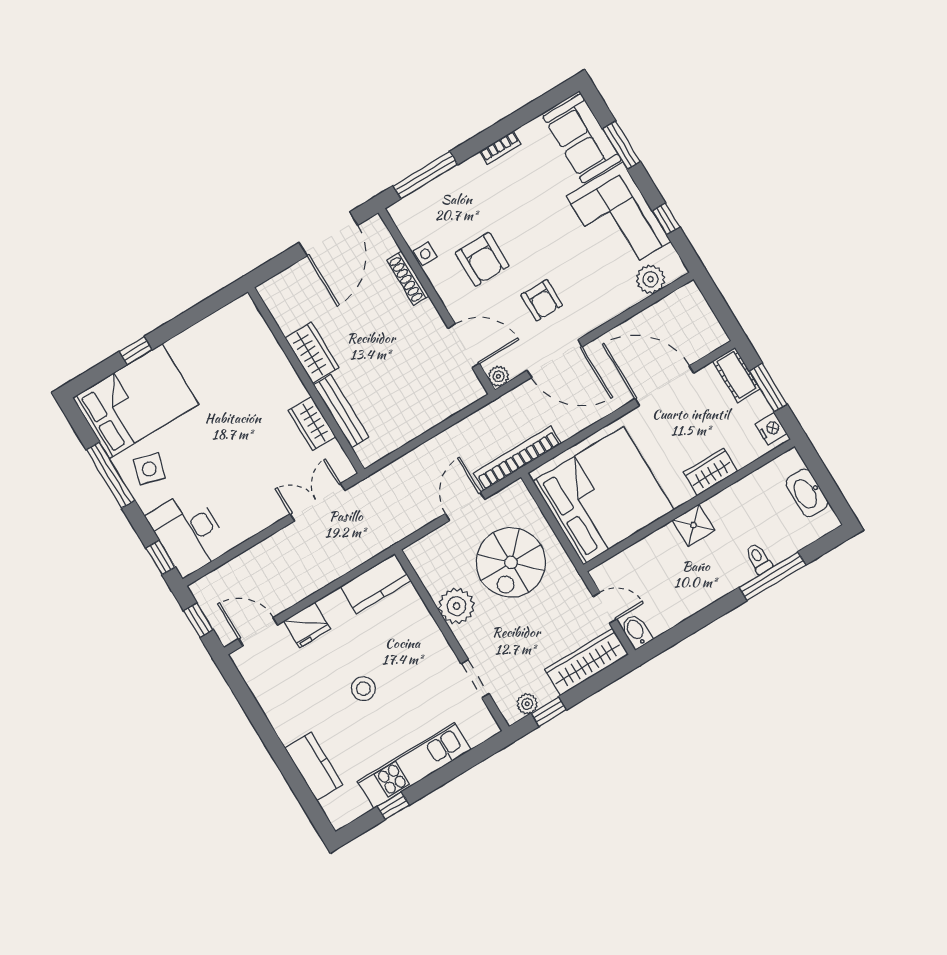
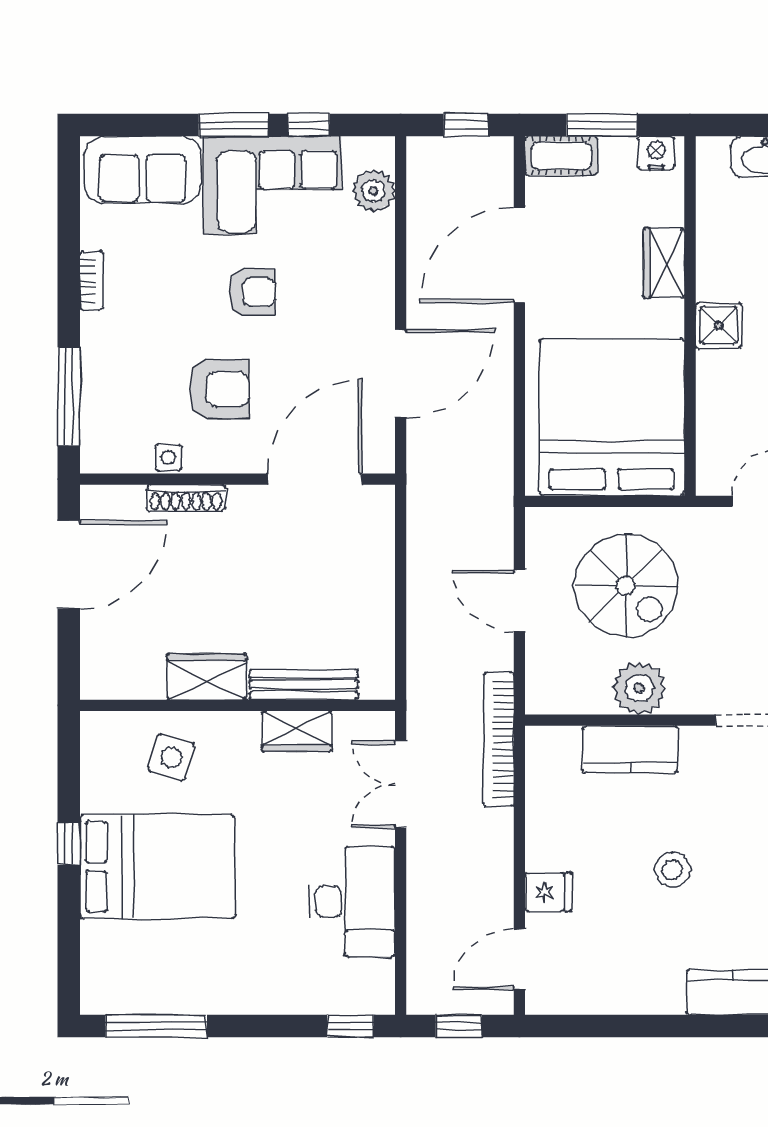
window: (621, 145) -> (234, 125), moved
door: (328, 234) -> (69, 565), hinge flipped
armchair: (542, 300) -> (252, 292), moved
window: (721, 309) -> (466, 125), added
door: (464, 346) -> (315, 479), width x1.36
window: (136, 351) -> (69, 843), moved
plant: (498, 376) -> (380, 458), removed
bed: (136, 401) -> (157, 866), moved, turned 90
bookcase: (517, 458) -> (499, 740), moved
side table: (149, 469) -> (171, 757), moved
window: (111, 475) -> (156, 1026), moved
desk: (188, 533) -> (352, 902), moved, turned -90
kitchen counter: (376, 584) -> (630, 749), moved, turned 90
fridge: (307, 625) -> (548, 892), width x0.72

